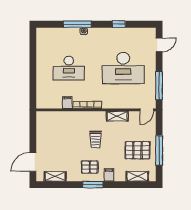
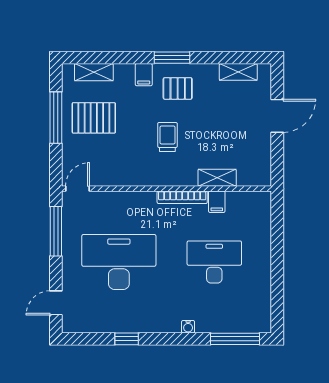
window: (77, 24) -> (235, 339), moved
shelving: (117, 116) -> (217, 178), moved
door: (33, 162) -> (277, 116), moved

